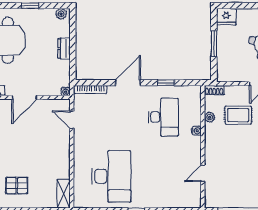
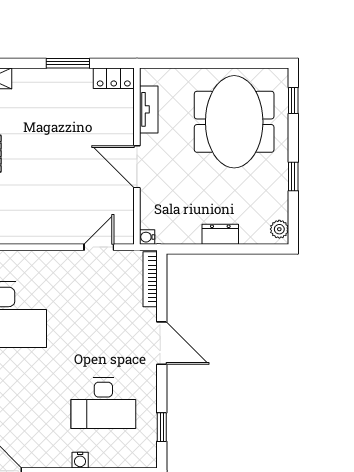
window: (166, 83) -> (162, 427), moved

